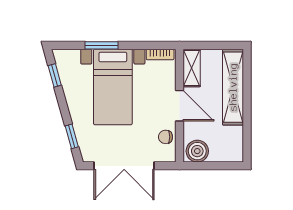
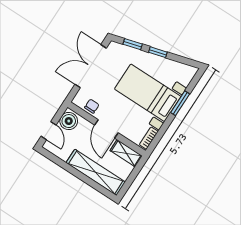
window: (55, 75) -> (158, 52), moved
door: (180, 106) -> (106, 129), hinge flipped
door: (221, 166) -> (49, 131), added

